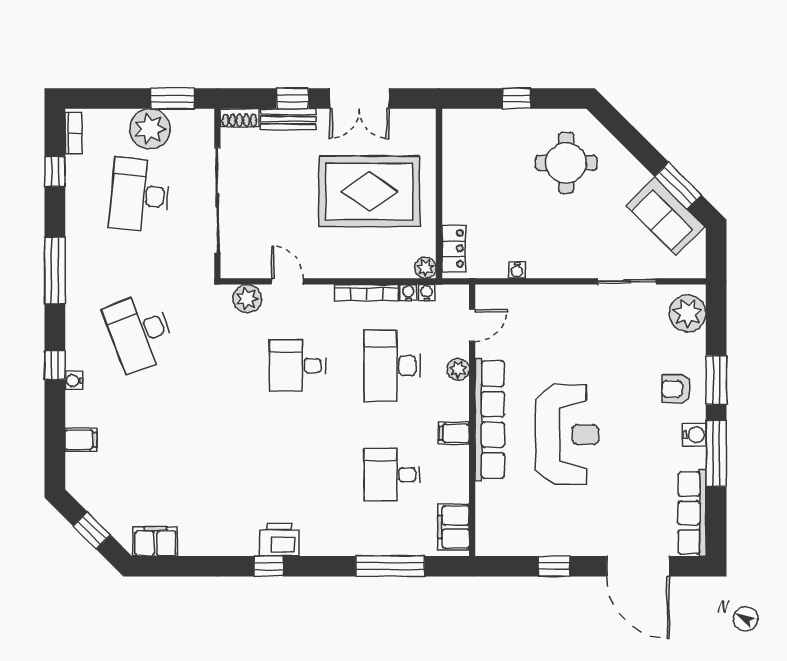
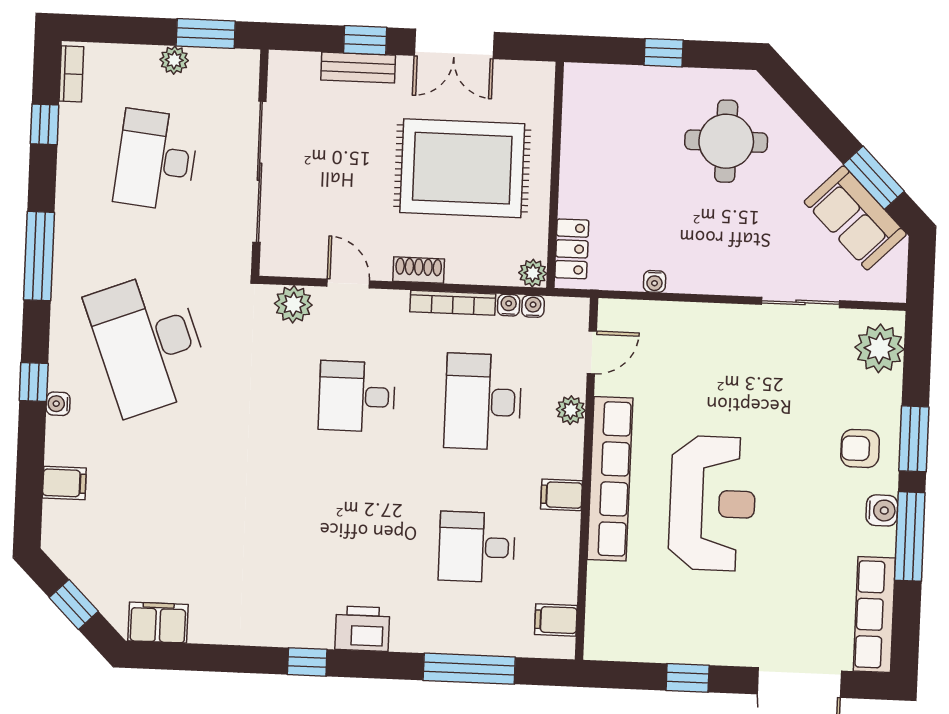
shoe rack: (239, 118) -> (419, 270), moved, turned 180
plant: (150, 129) -> (174, 60), width x0.53, depth x0.53
desk: (140, 332) -> (149, 343), width x1.36, depth x1.30
filing cabinet: (454, 527) -> (556, 620), width x0.50
printer: (279, 540) -> (362, 629), moved

